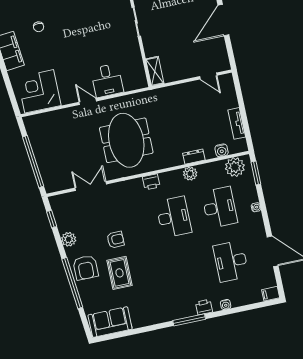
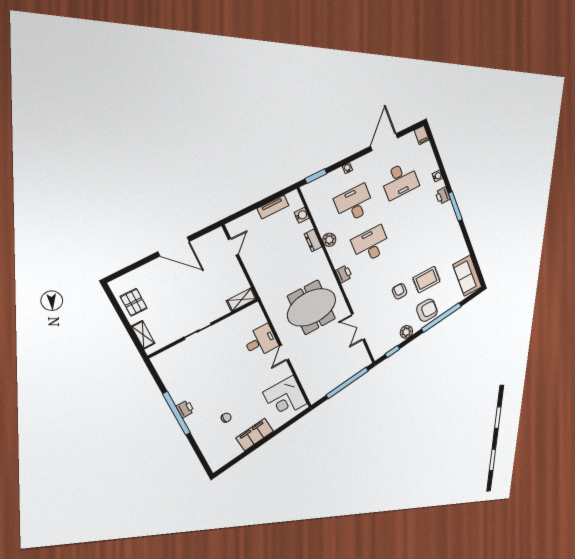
plant: (235, 167) -> (314, 198), removed

